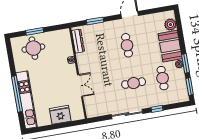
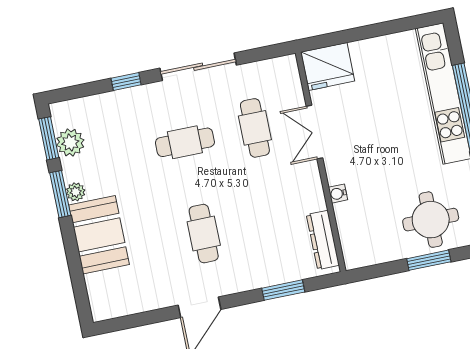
plant: (170, 25) -> (70, 143), moved
cafe table: (163, 78) -> (255, 128), moved
fridge: (60, 115) -> (328, 66), moved

